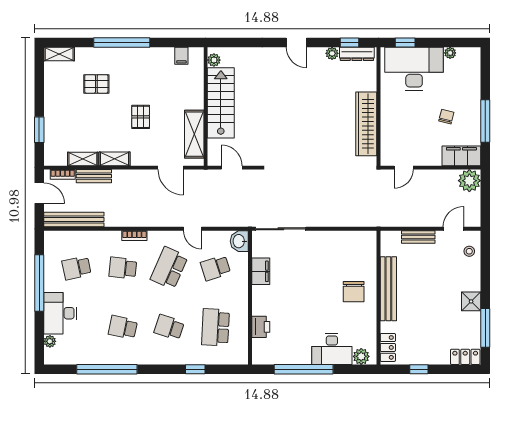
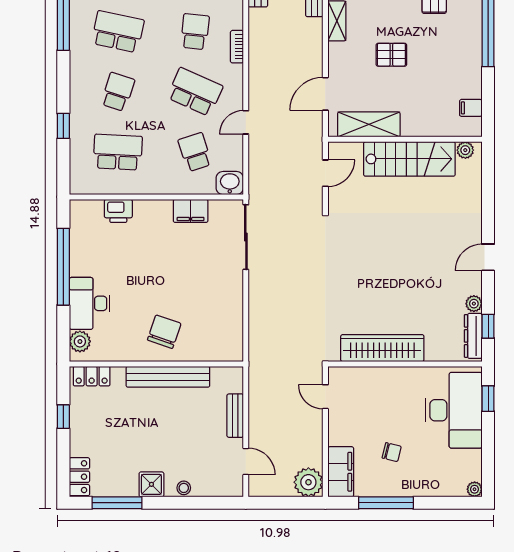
plant: (450, 53) -> (475, 489), moved
stool: (469, 251) -> (184, 488), moved
chair: (354, 292) -> (164, 332), turned 109
school desk: (123, 327) -> (118, 32), width x1.85

